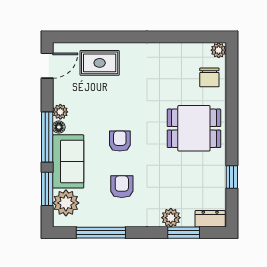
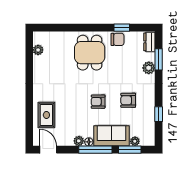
plant: (219, 50) -> (38, 50), moved
chair: (209, 77) -> (118, 39), moved
plant: (66, 203) -> (135, 141), width x0.53, depth x0.53
window: (101, 233) -> (159, 114), width x0.46

